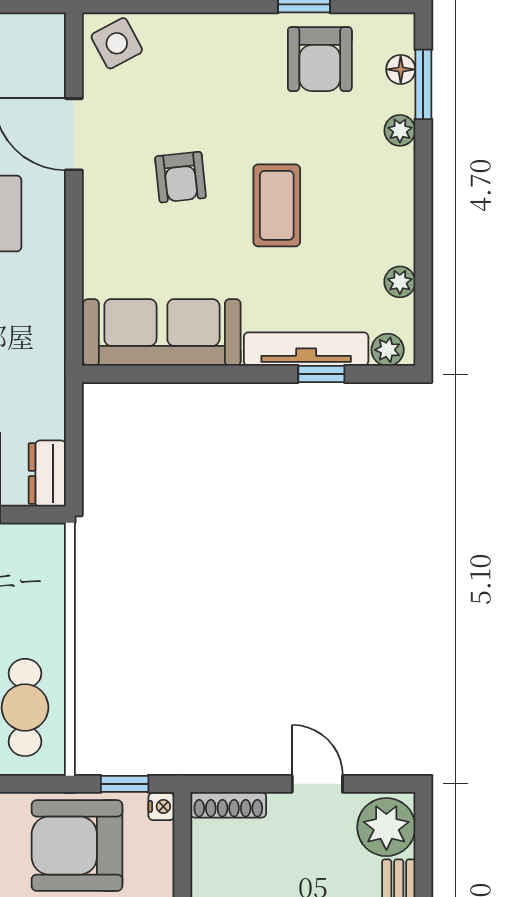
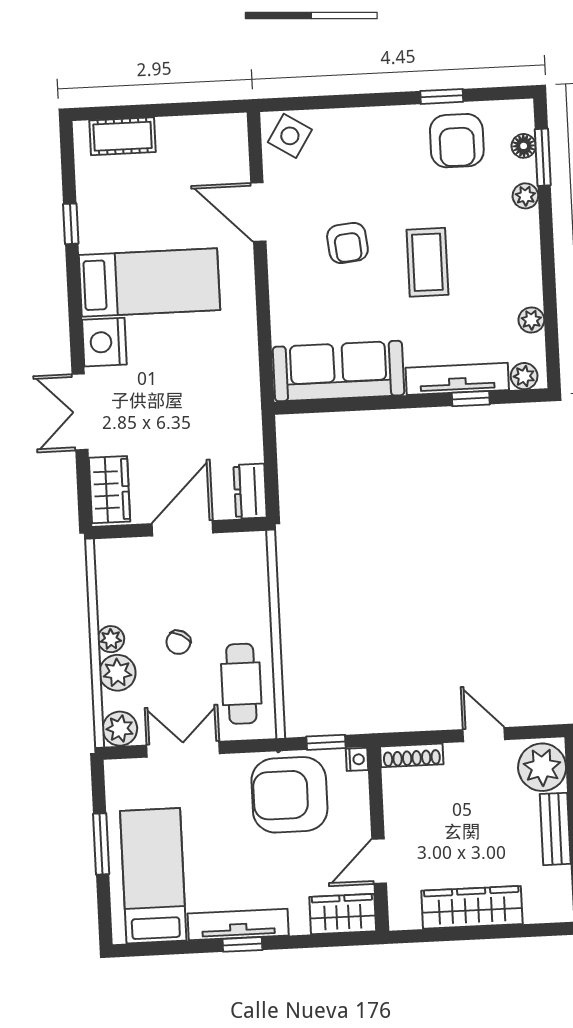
side table: (117, 43) -> (290, 136), turned -30

